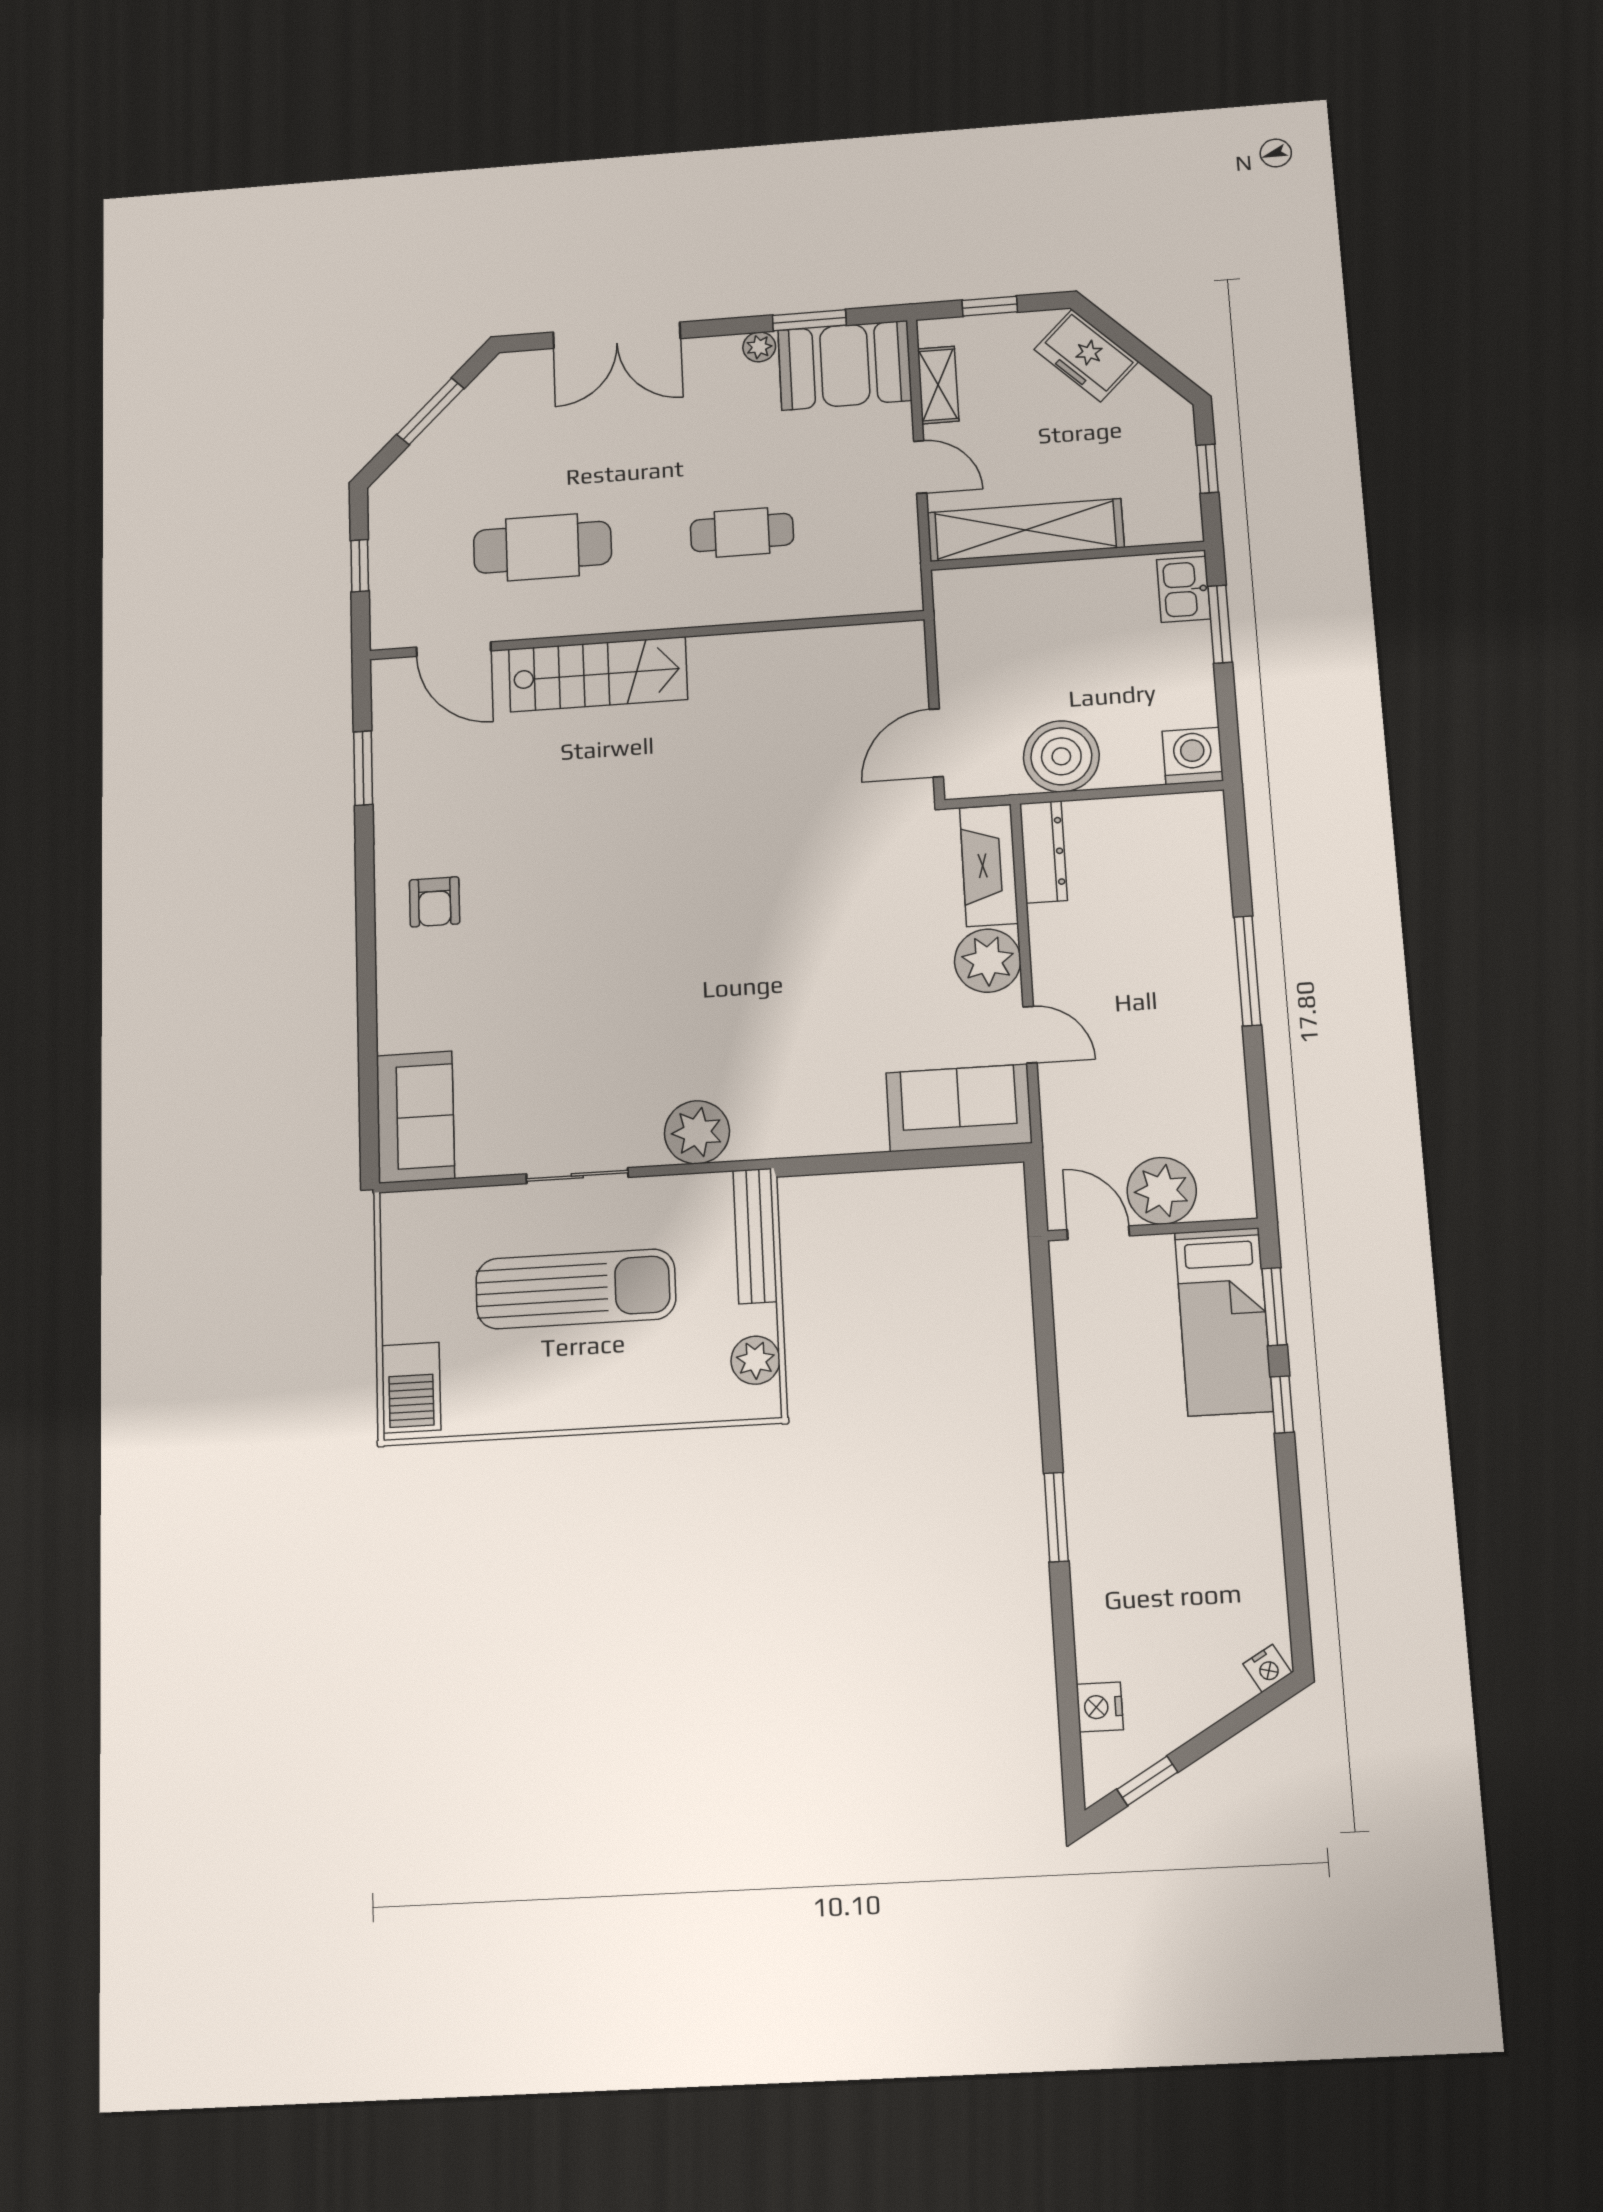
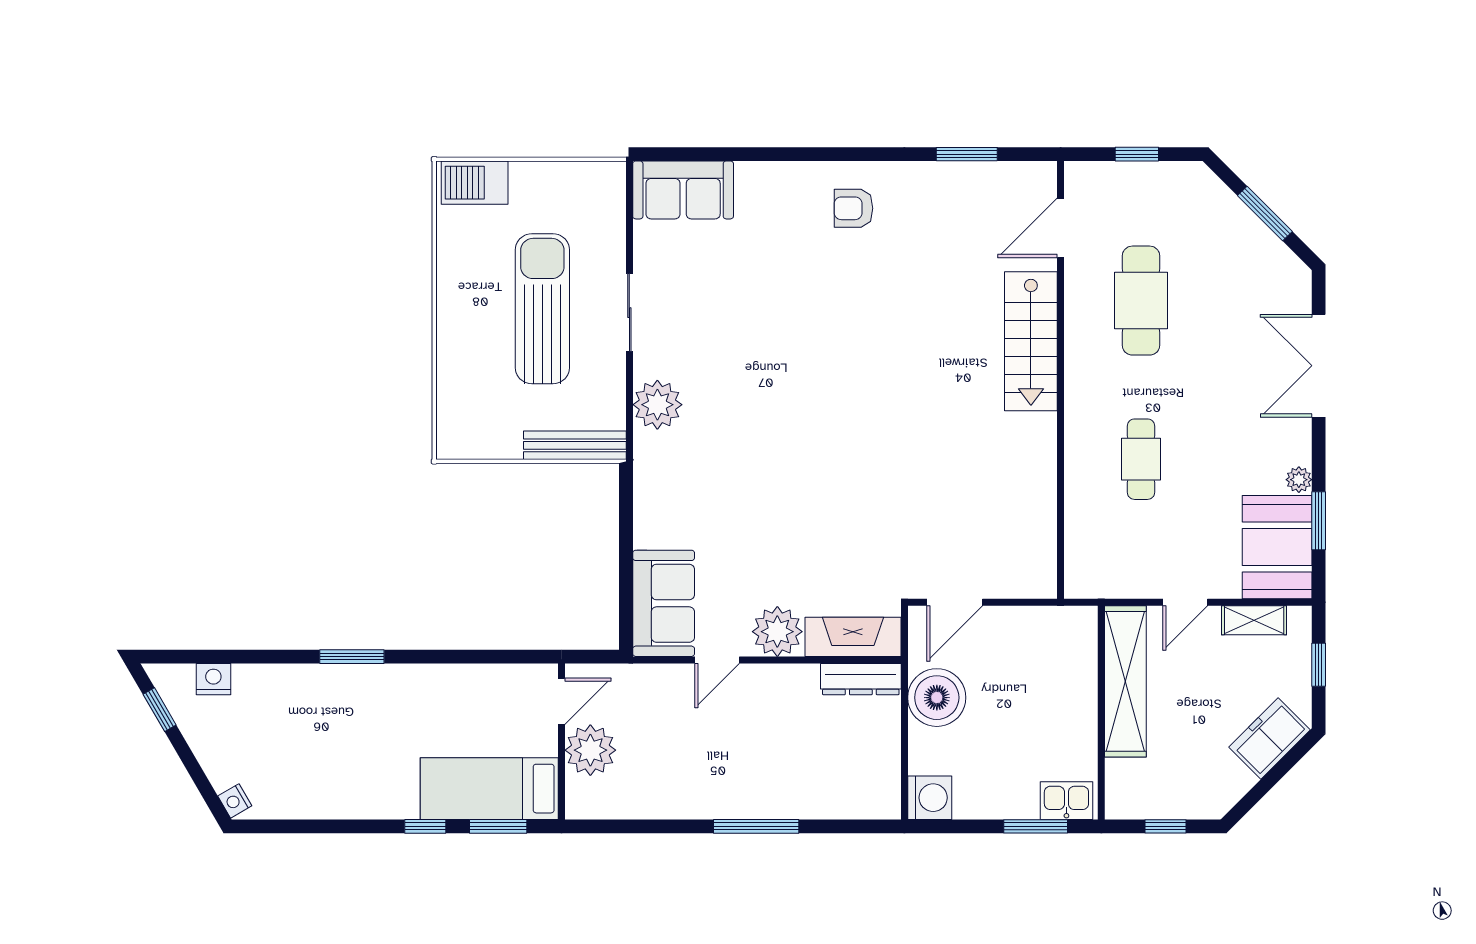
door: (936, 743) -> (955, 602), swing flipped
sun lounger: (576, 1289) -> (542, 309), turned 180
plant: (755, 1360) -> (480, 442), removed

